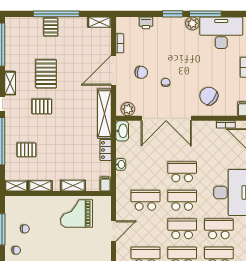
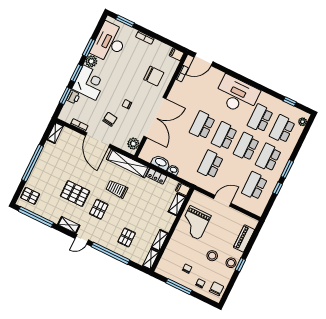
window: (143, 14) -> (65, 96), added
window: (205, 14) -> (89, 48), width x0.69
pallet: (51, 27) -> (30, 196), moved
corner desk: (169, 32) -> (90, 83), added
chair: (209, 96) -> (154, 76), turned -127
trolley: (72, 115) -> (117, 189), added
washbasin: (122, 131) -> (161, 162), moved
shelving: (73, 186) -> (177, 204), moved
door: (113, 231) -> (222, 201), hinge flipped
stool: (51, 249) -> (212, 256), added

